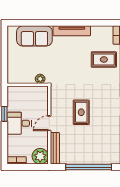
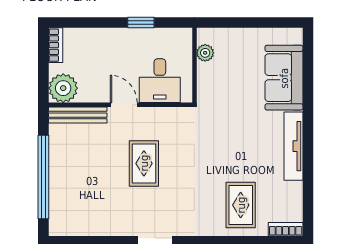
plant: (40, 79) -> (205, 53), moved
rug: (81, 112) -> (144, 163), turned 90
desk: (19, 123) -> (160, 81), moved, turned 180

